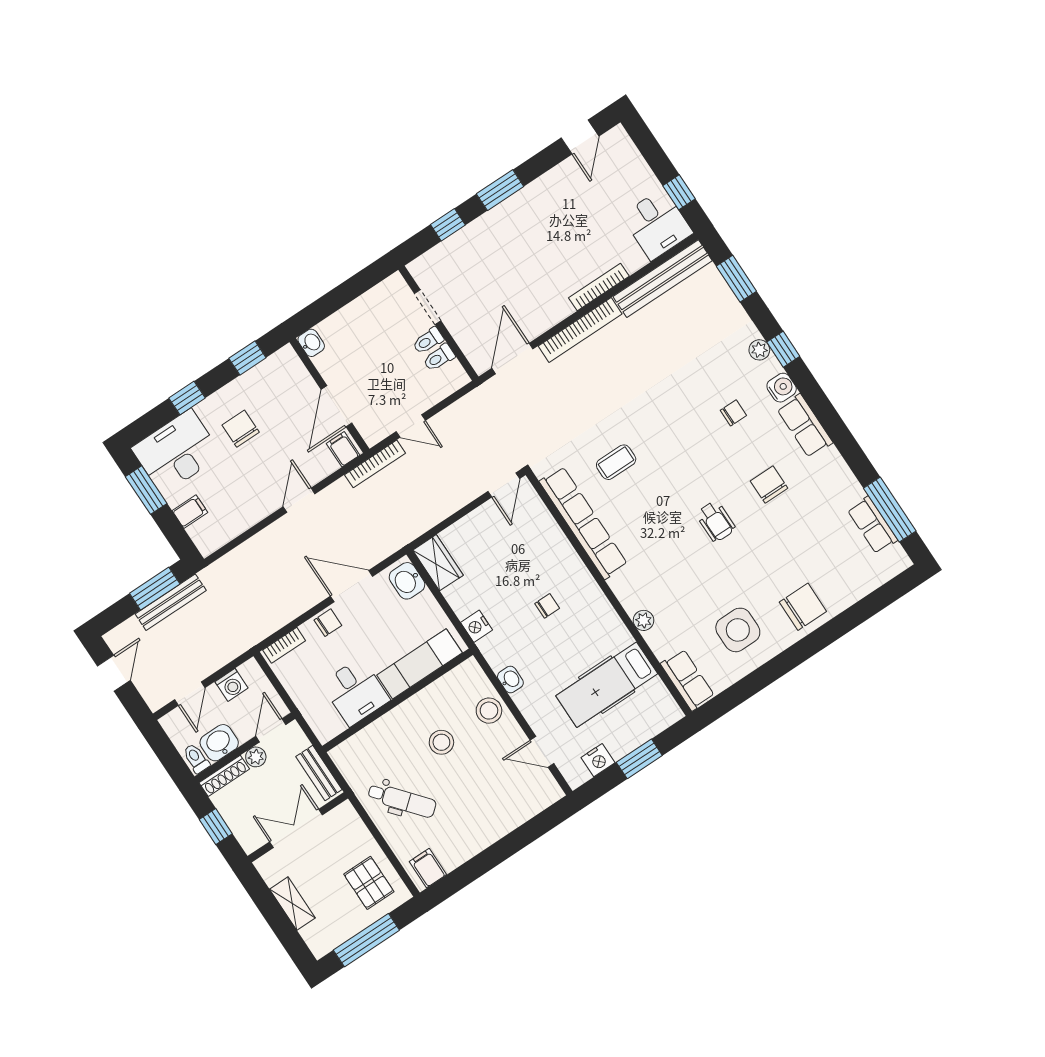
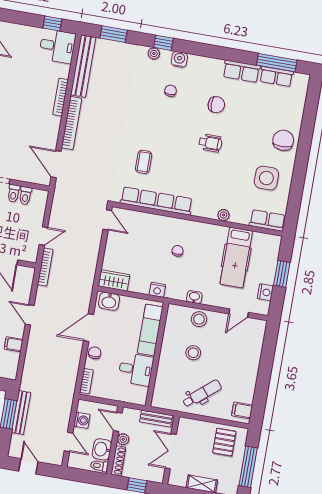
row of seats: (805, 426) -> (241, 71), moved
filing cabinet: (343, 449) -> (14, 344), moved
chair: (769, 485) -> (216, 105), turned 180
pallet: (369, 883) -> (224, 442), turned 90

